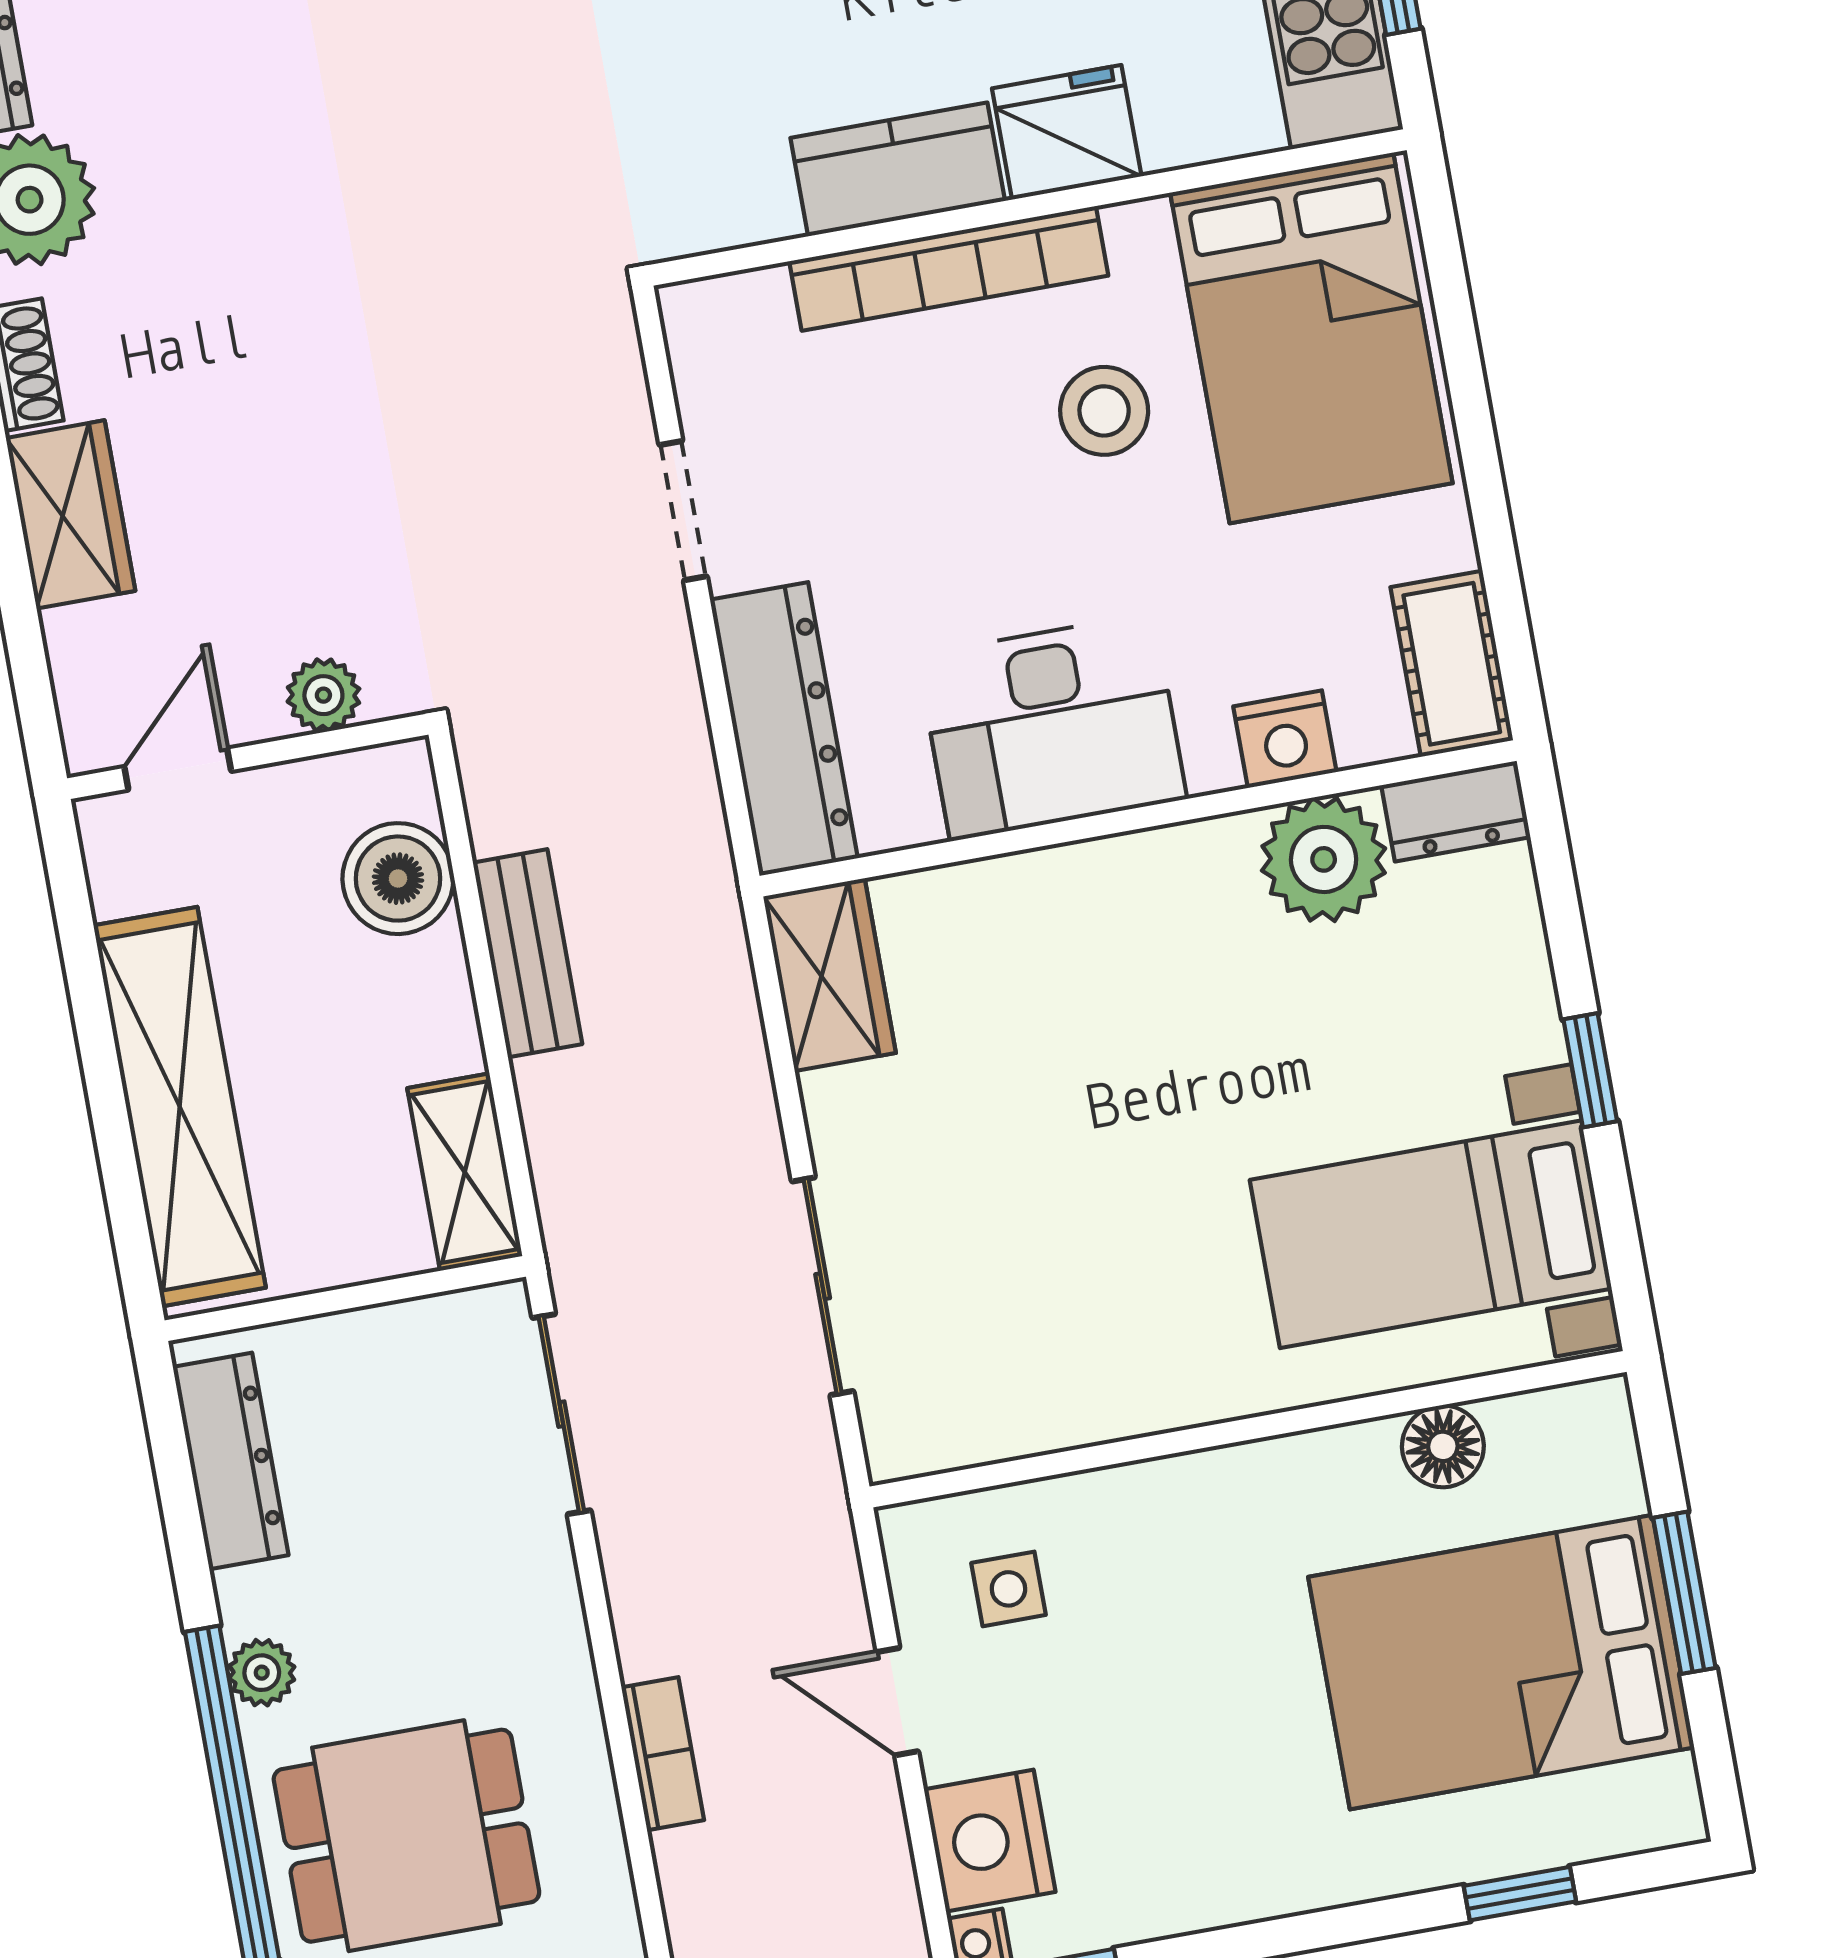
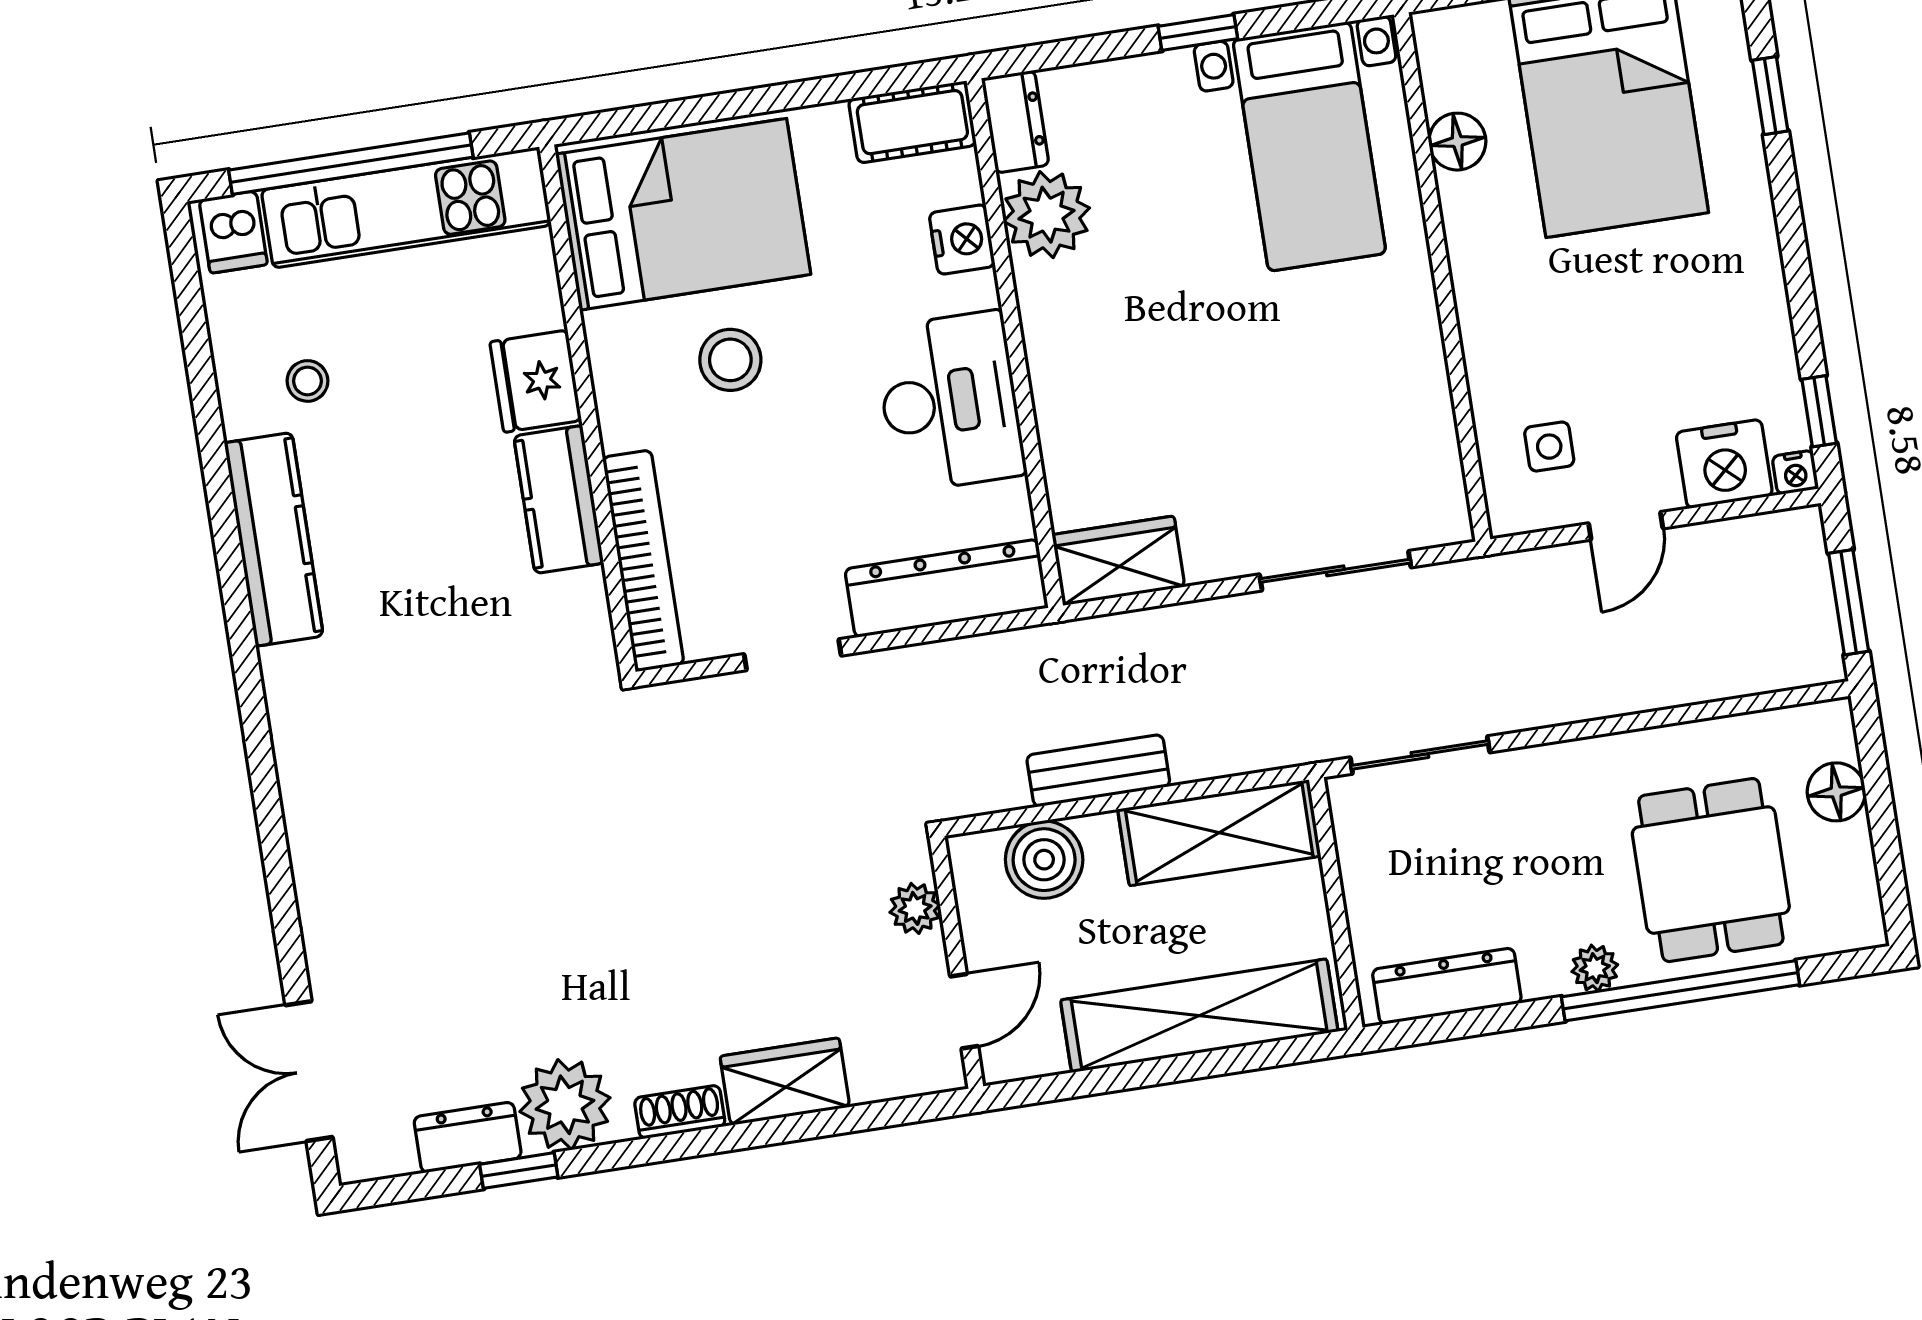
bookcase: (949, 268) -> (643, 561), moved
door: (178, 769) -> (964, 1011), swing flipped
shelving: (465, 1172) -> (1219, 833), width x1.50, depth x1.33
bookcase: (663, 1754) -> (1658, 690), removed

